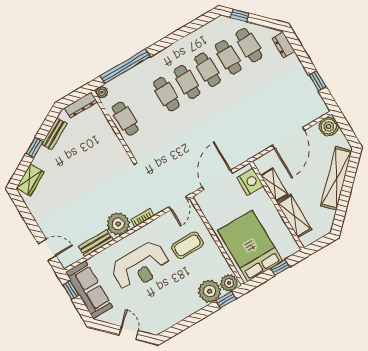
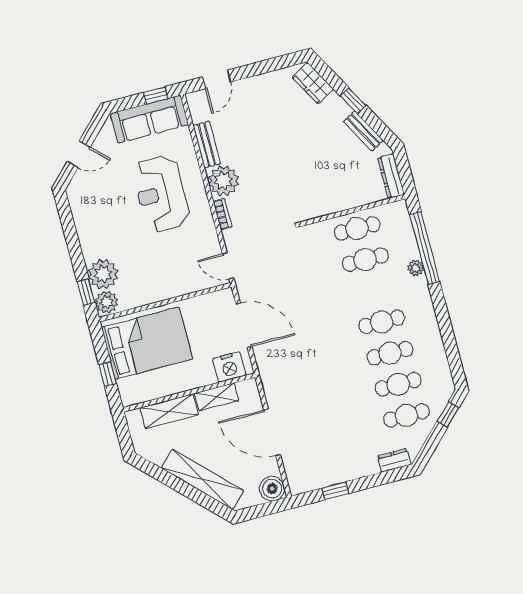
plant: (102, 92) -> (416, 268), moved
cafe table: (166, 94) -> (365, 260), moved
coffee table: (188, 245) -> (170, 262), removed

